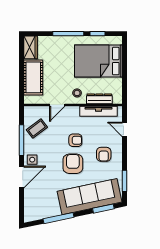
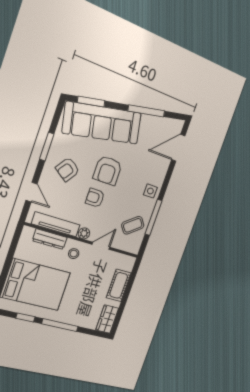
cot: (33, 77) -> (119, 285), width x0.73, depth x0.75
plant: (74, 111) -> (84, 233), added
armchair: (104, 154) -> (68, 169), turned -145
door: (22, 177) -> (178, 148), moved
window: (125, 181) -> (47, 147), moved

